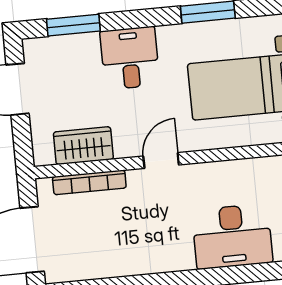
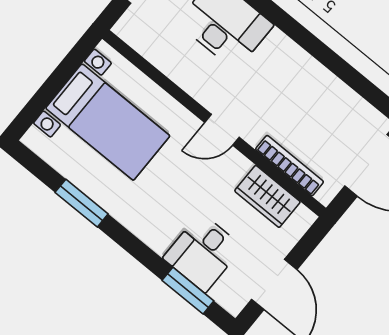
desk: (130, 58) -> (203, 253), moved

